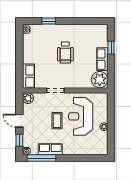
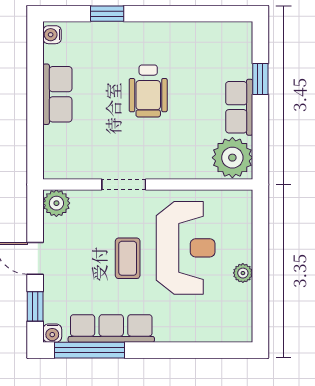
row of seats: (28, 76) -> (57, 94), moved
reception desk: (81, 116) -> (186, 248), turned 180
row of seats: (50, 149) -> (111, 328), width x1.48

